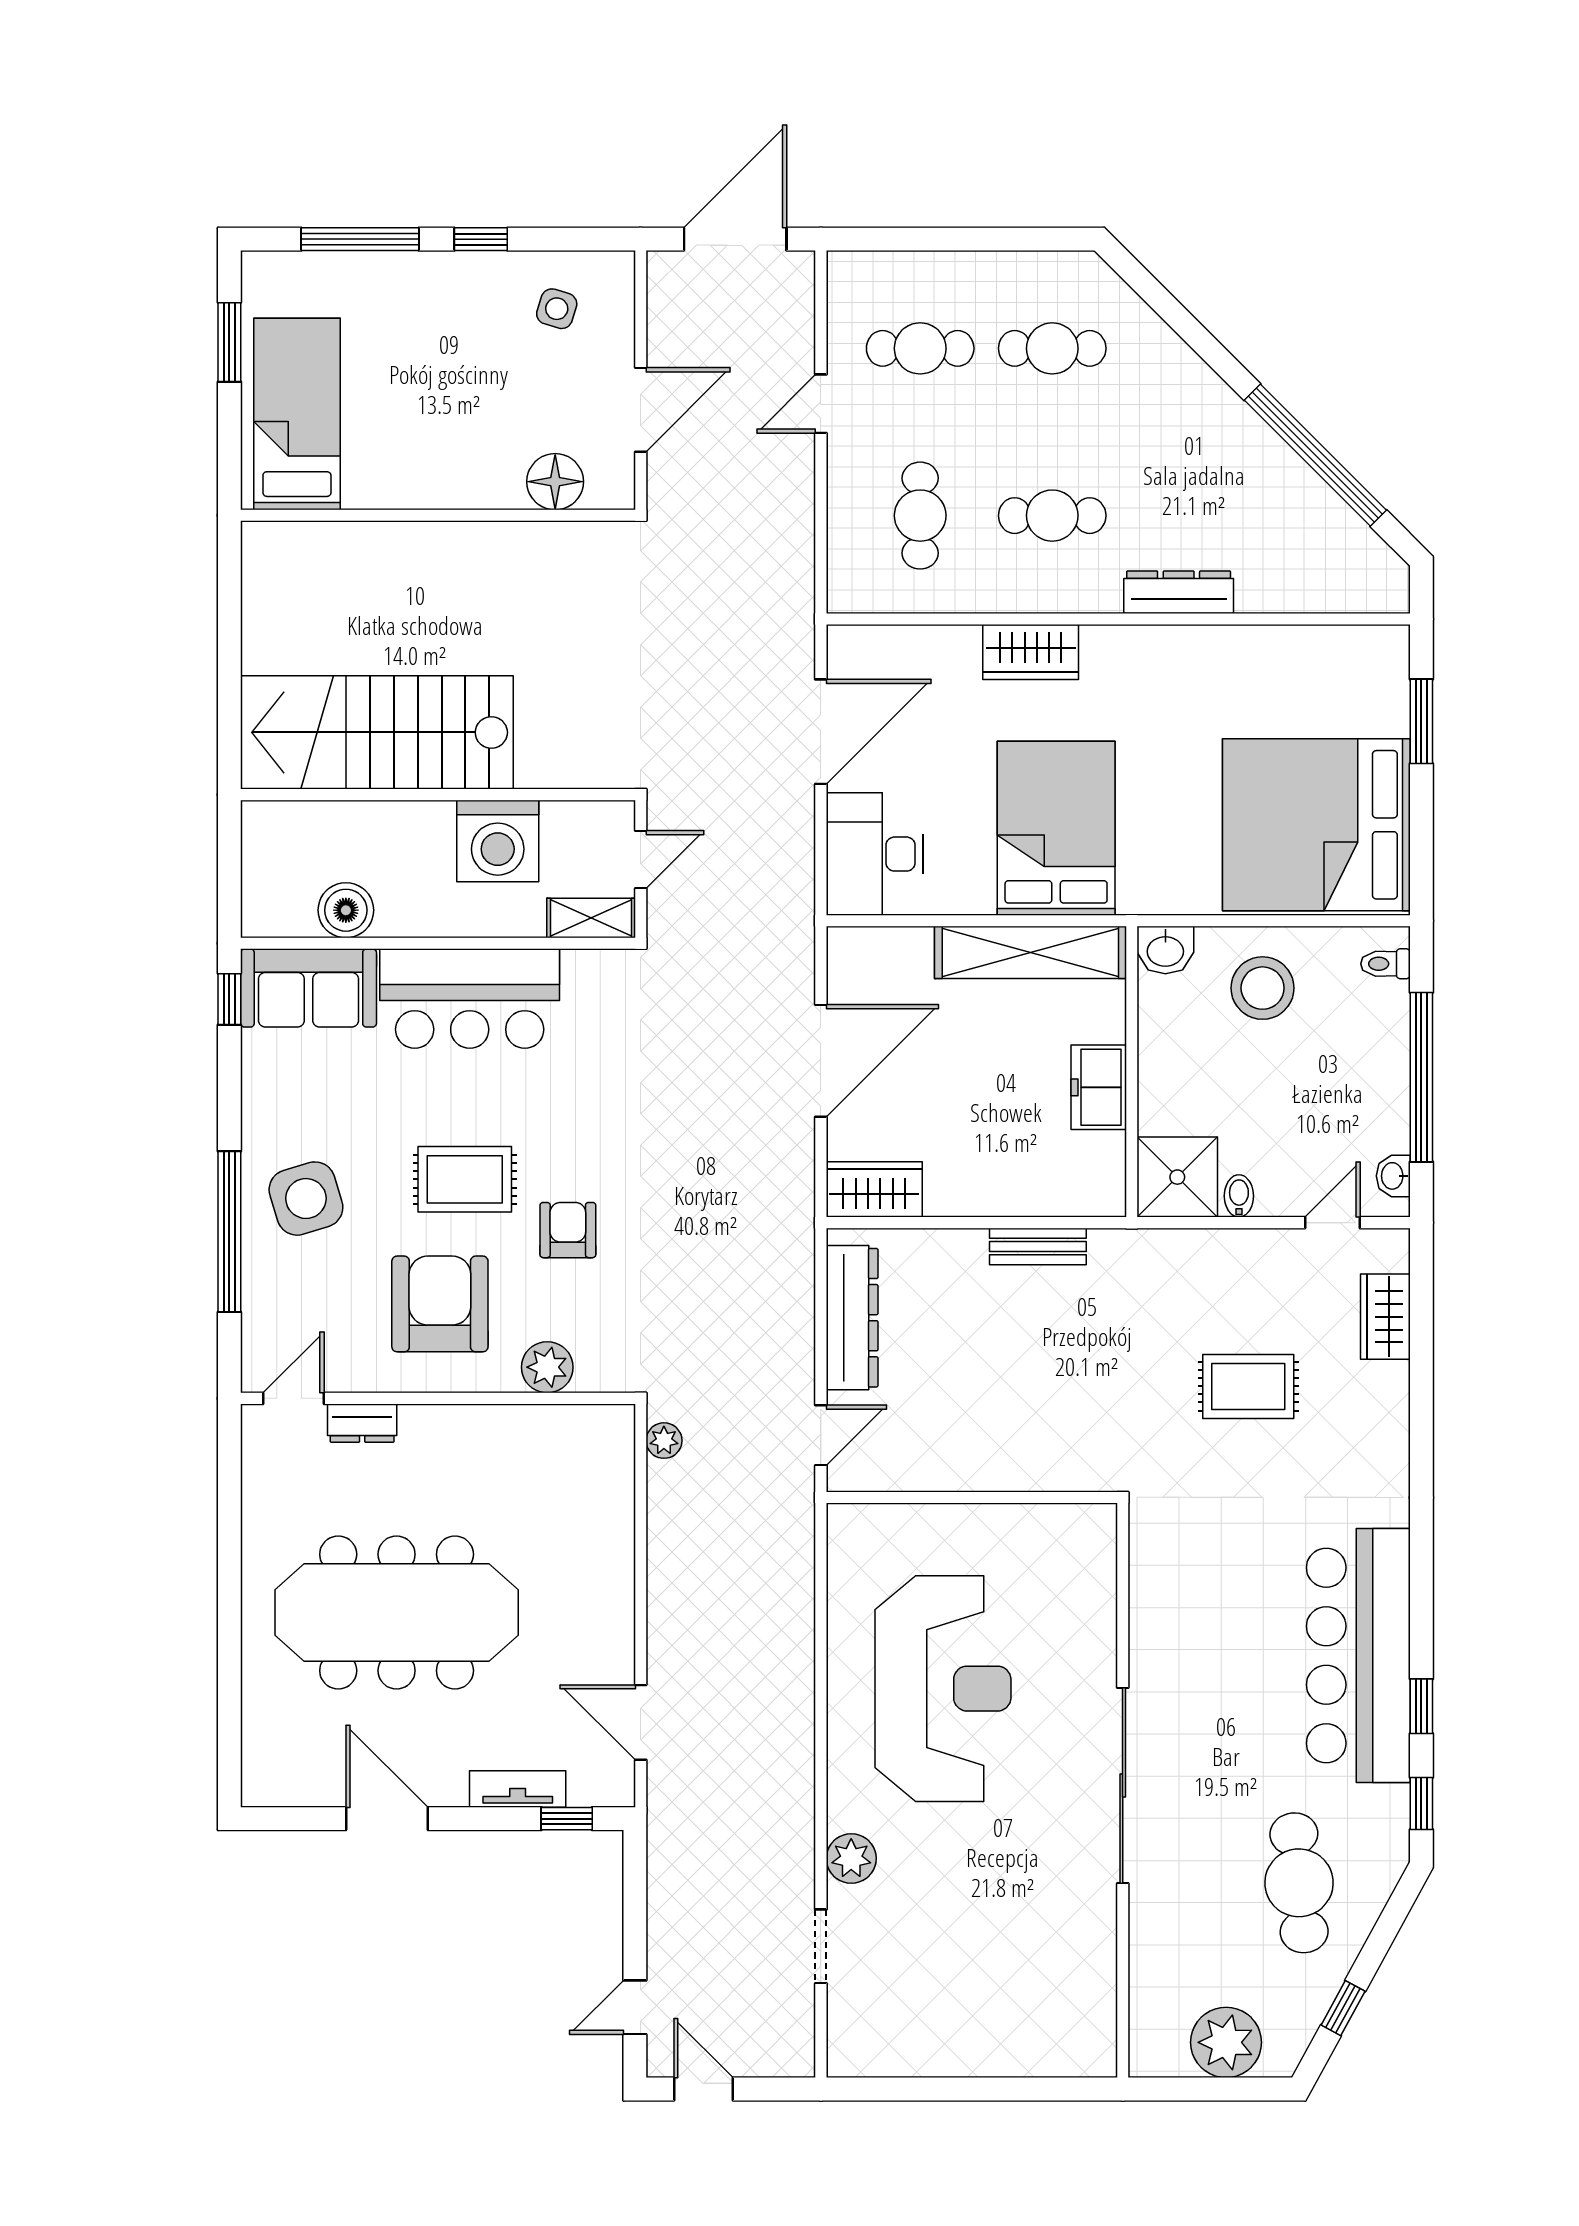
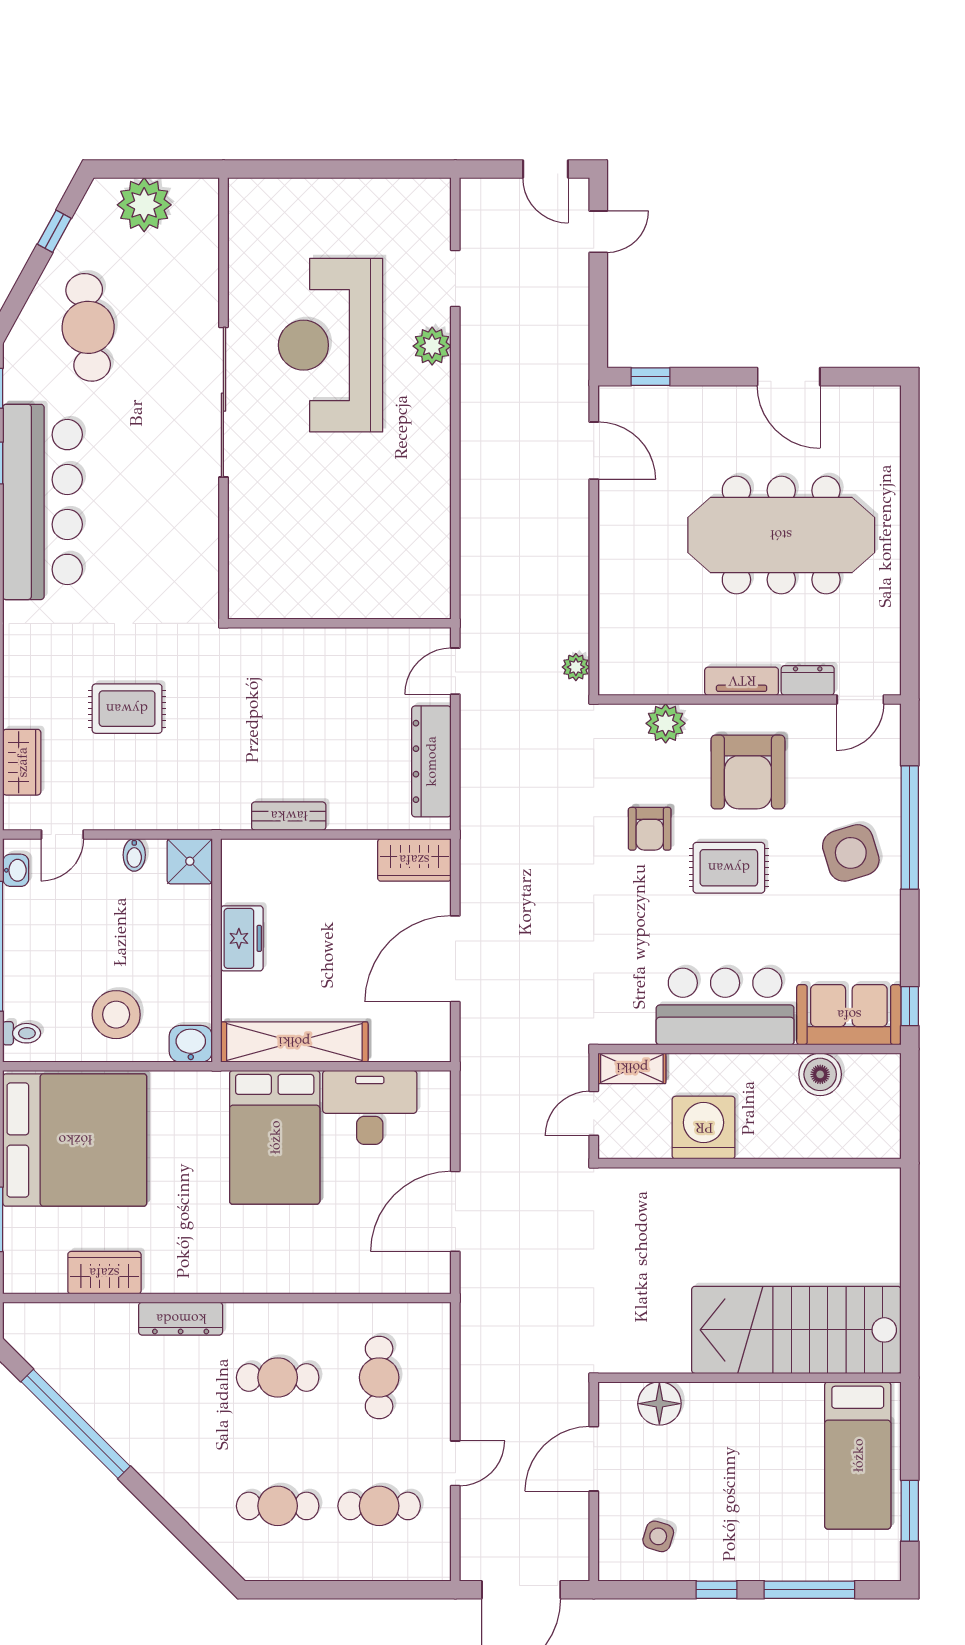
wardrobe: (1031, 652) -> (104, 1273), moved
stairs: (377, 732) -> (796, 1330), moved, turned 180
desk: (874, 854) -> (370, 1107), moved, turned -90
shower: (1177, 1177) -> (190, 861), width x0.73, depth x0.73
reception desk: (943, 1689) -> (331, 345), moved
tv unit: (518, 1789) -> (742, 681), moved, turned 180

